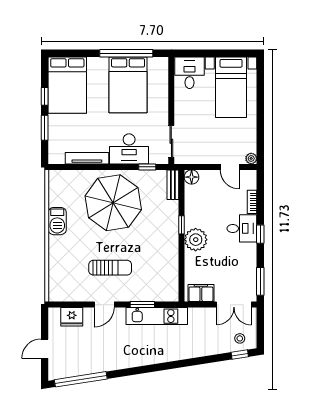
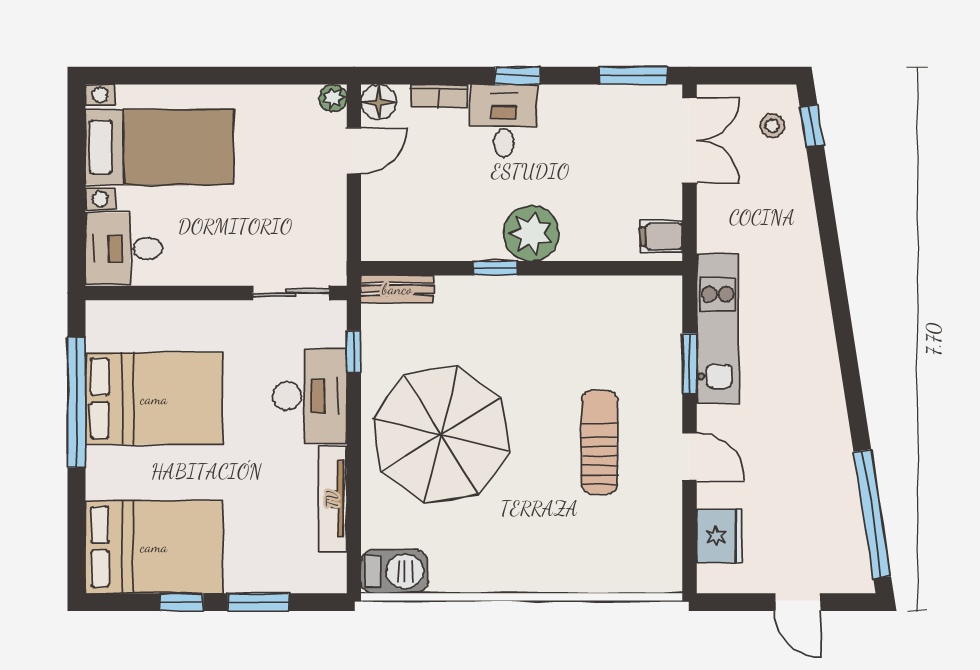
floor lamp: (192, 177) -> (378, 102), moved
barbecue: (57, 221) -> (394, 571), moved
filing cabinet: (201, 293) -> (661, 236), width x0.50

